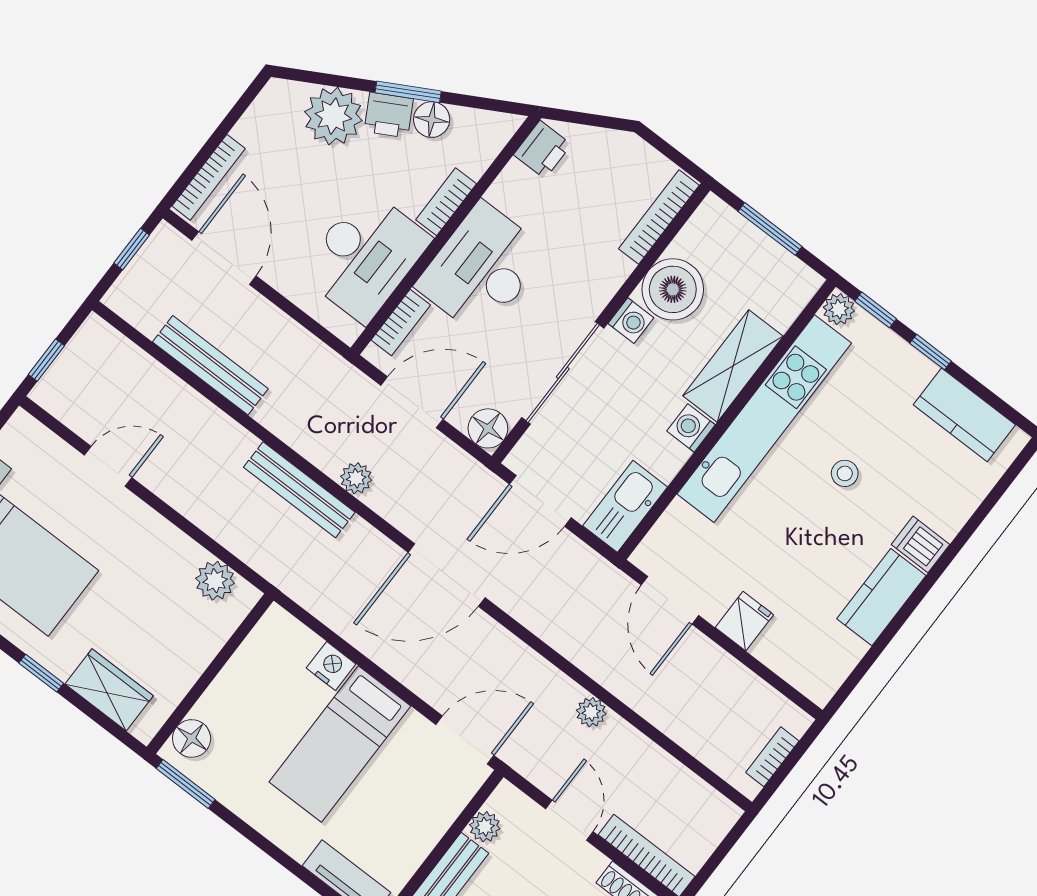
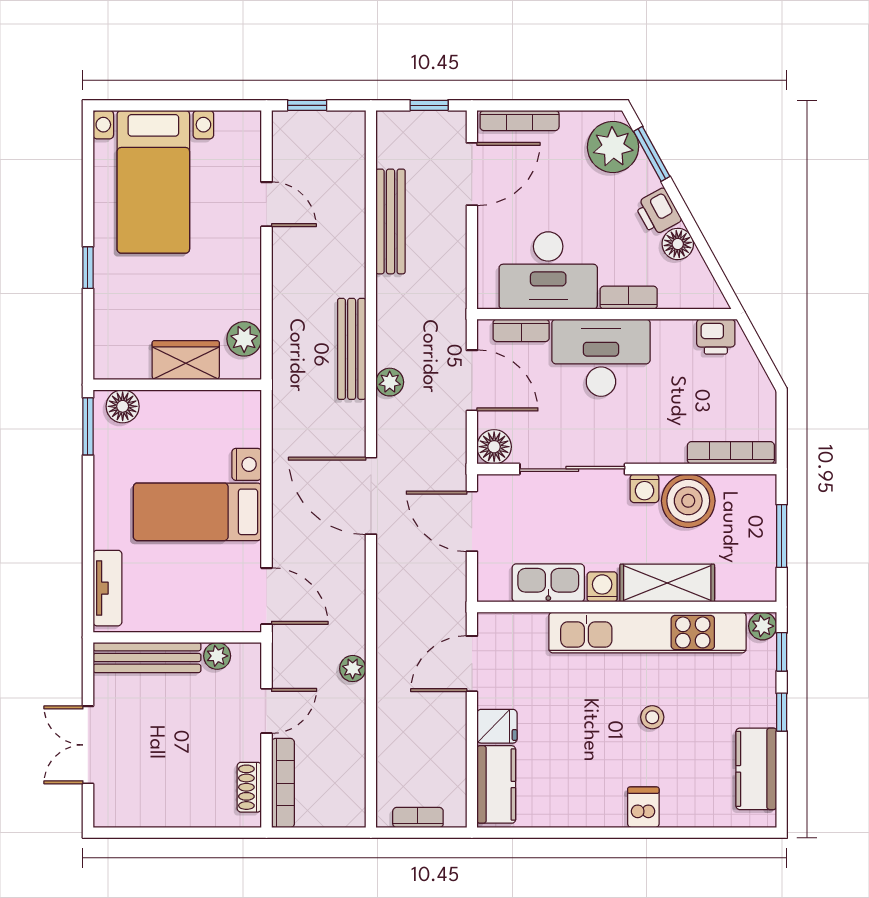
window: (408, 92) -> (652, 154), moved
plant: (333, 116) -> (613, 147), moved
kitchen sink: (625, 506) -> (548, 583), moved
kitchen counter: (881, 597) -> (496, 784), moved, turned 90
wardrobe: (109, 690) -> (186, 360), moved, turned -90

